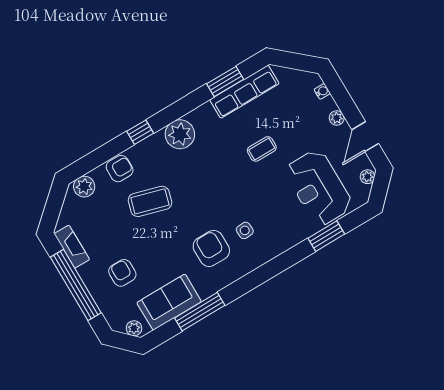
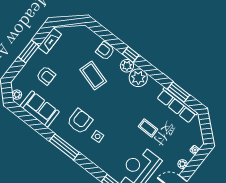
armchair: (120, 169) -> (105, 51), turned 180
plant: (84, 187) -> (127, 66), moved
armchair: (122, 273) -> (46, 76), turned 90
window: (76, 285) -> (29, 52), width x0.47
window: (200, 312) -> (64, 147), moved

